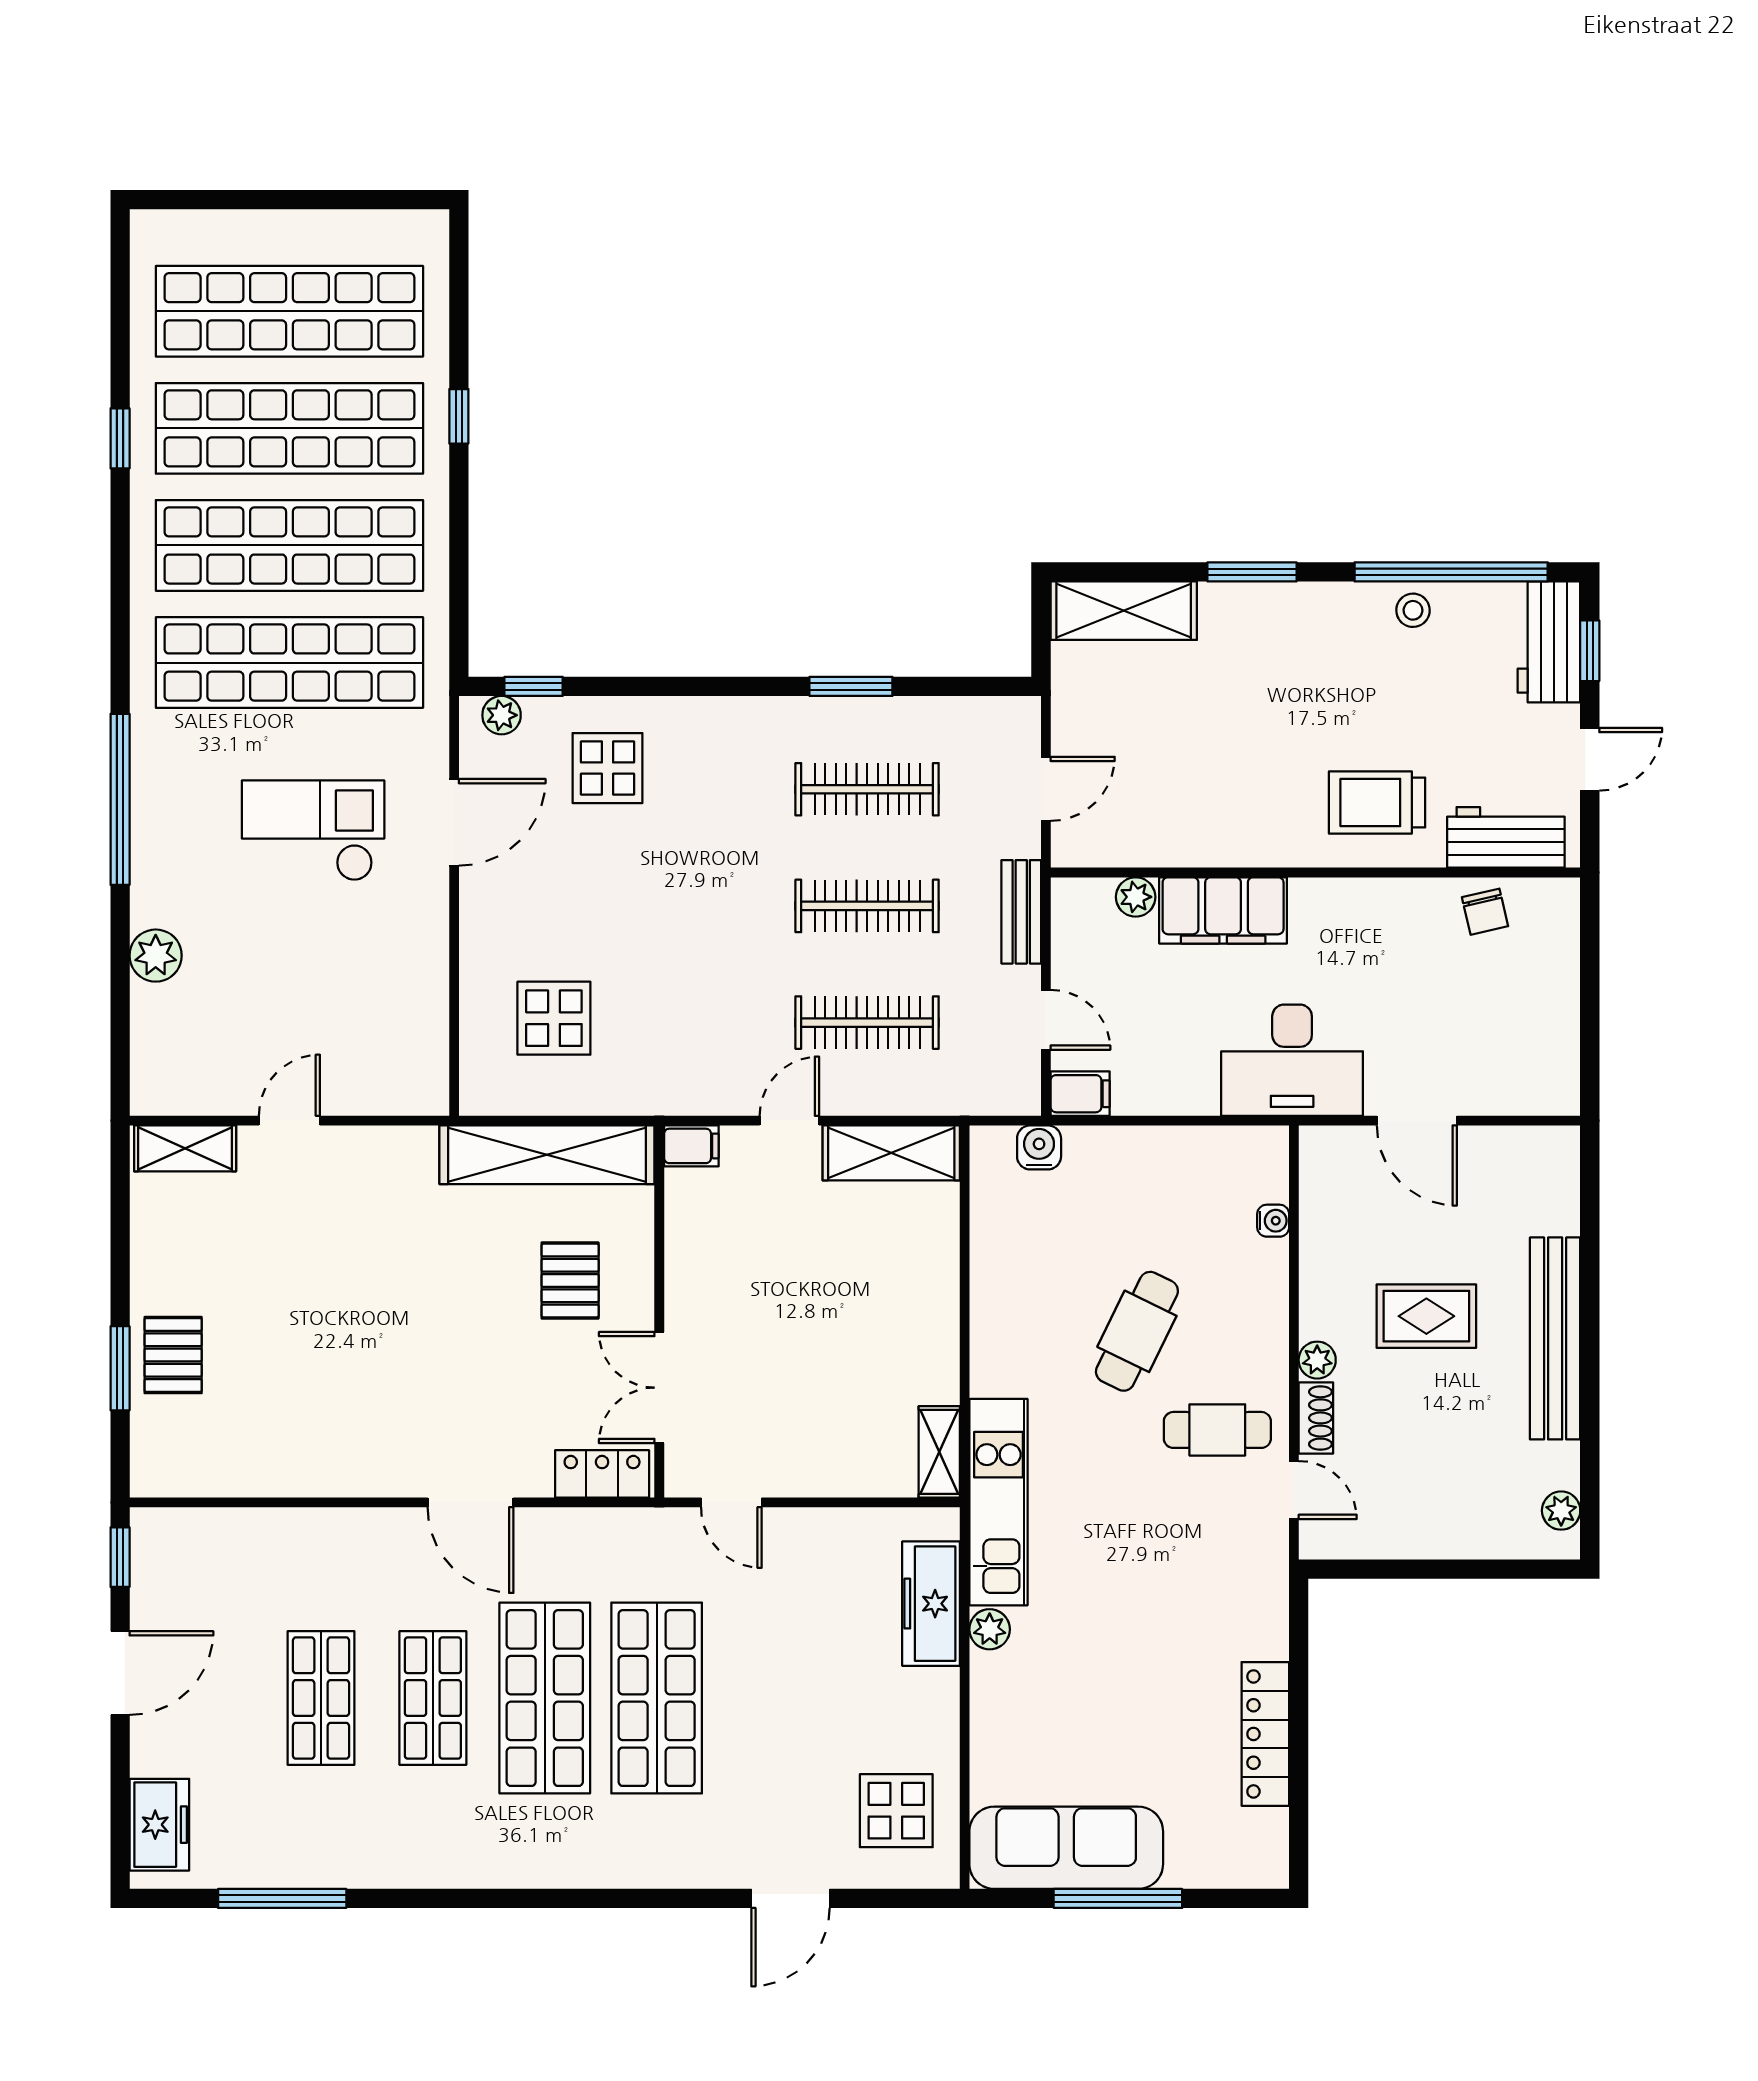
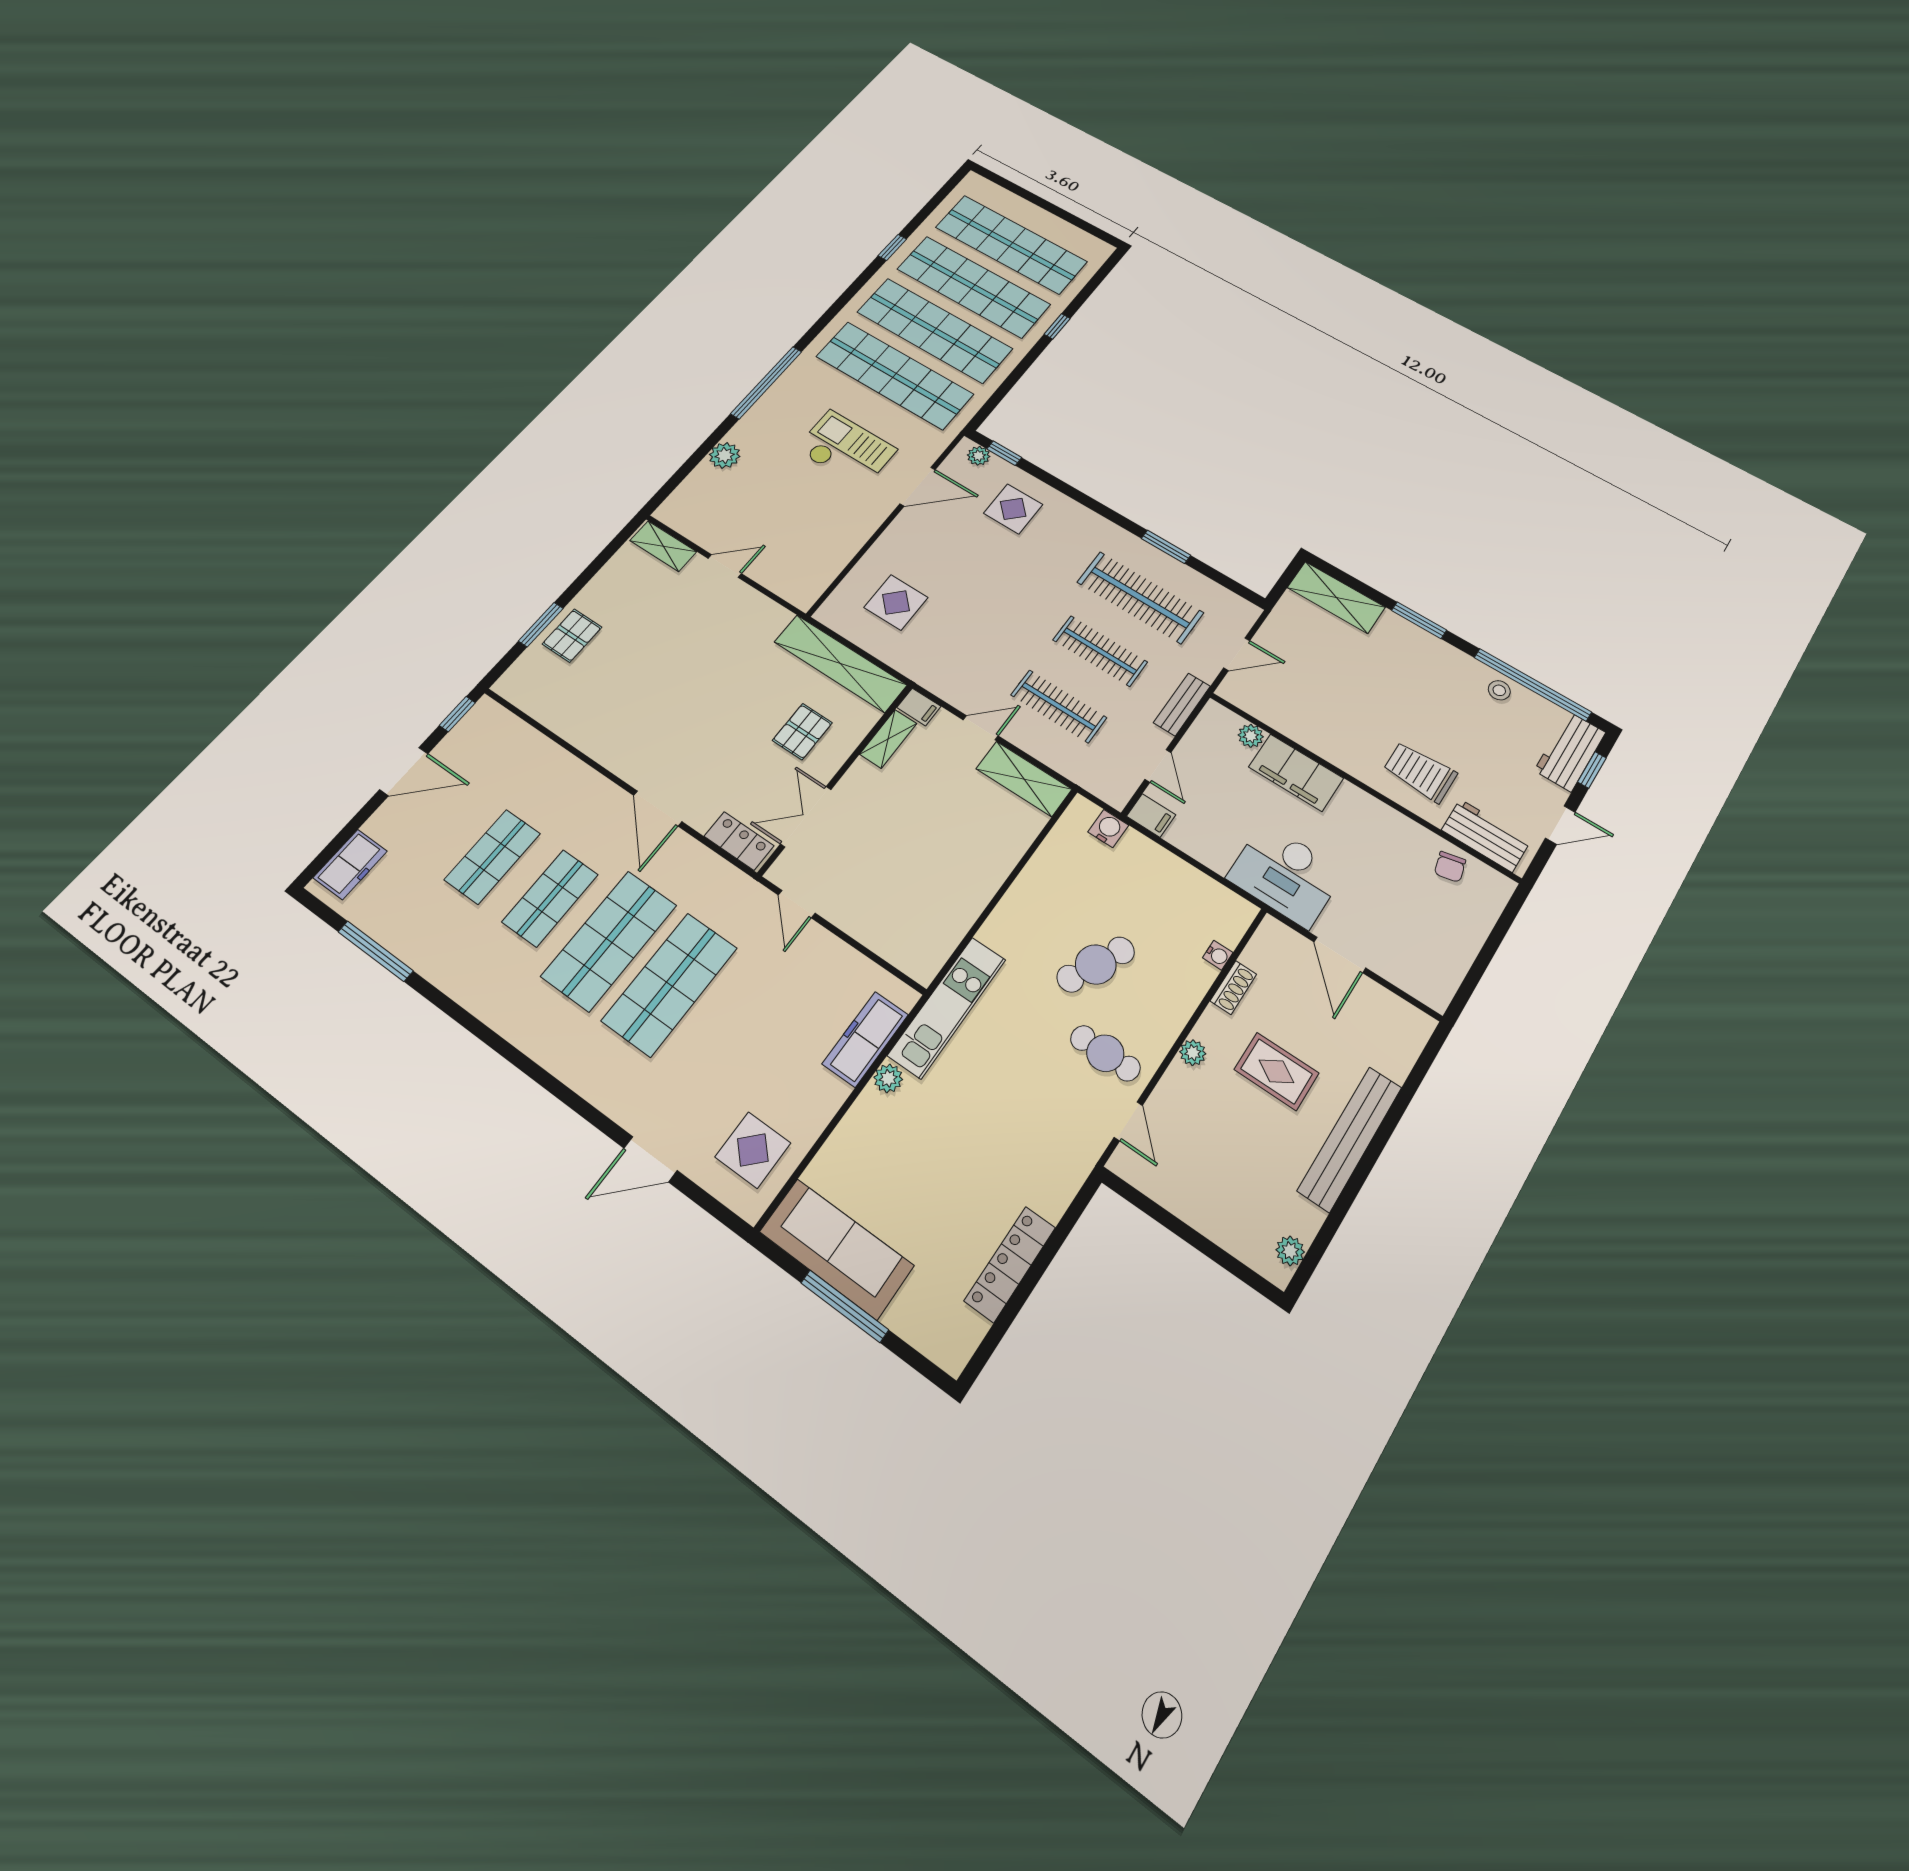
clothes rail: (867, 789) -> (1140, 597), width x1.37, depth x1.31
shoe rack: (1316, 1418) -> (1233, 988), moved
shelving: (939, 1452) -> (888, 739), moved

